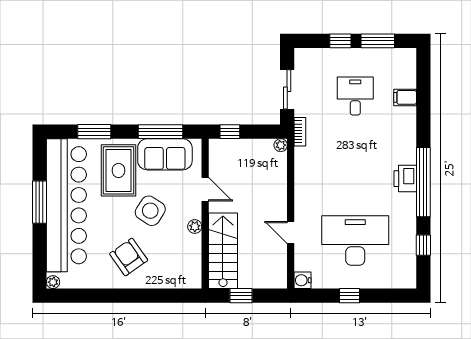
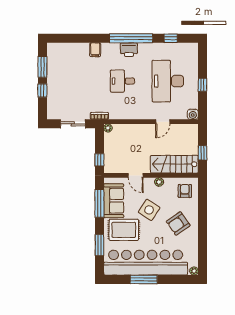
desk: (355, 96) -> (122, 81), moved
filing cabinet: (405, 97) -> (95, 50), moved
door: (205, 189) -> (136, 175), swing flipped
armchair: (180, 268) -> (185, 191), added

